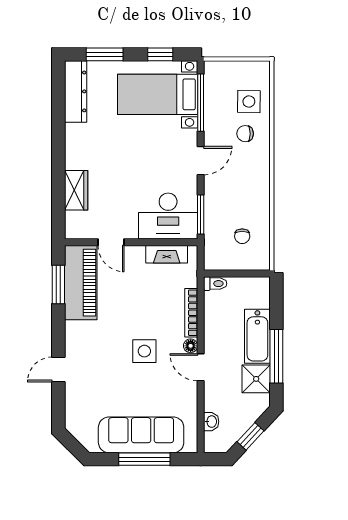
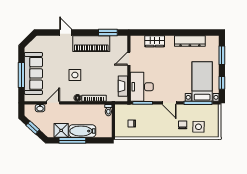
dresser: (76, 91) -> (190, 41), moved
piano: (81, 283) -> (91, 44), moved
door: (201, 367) -> (53, 103), moved

